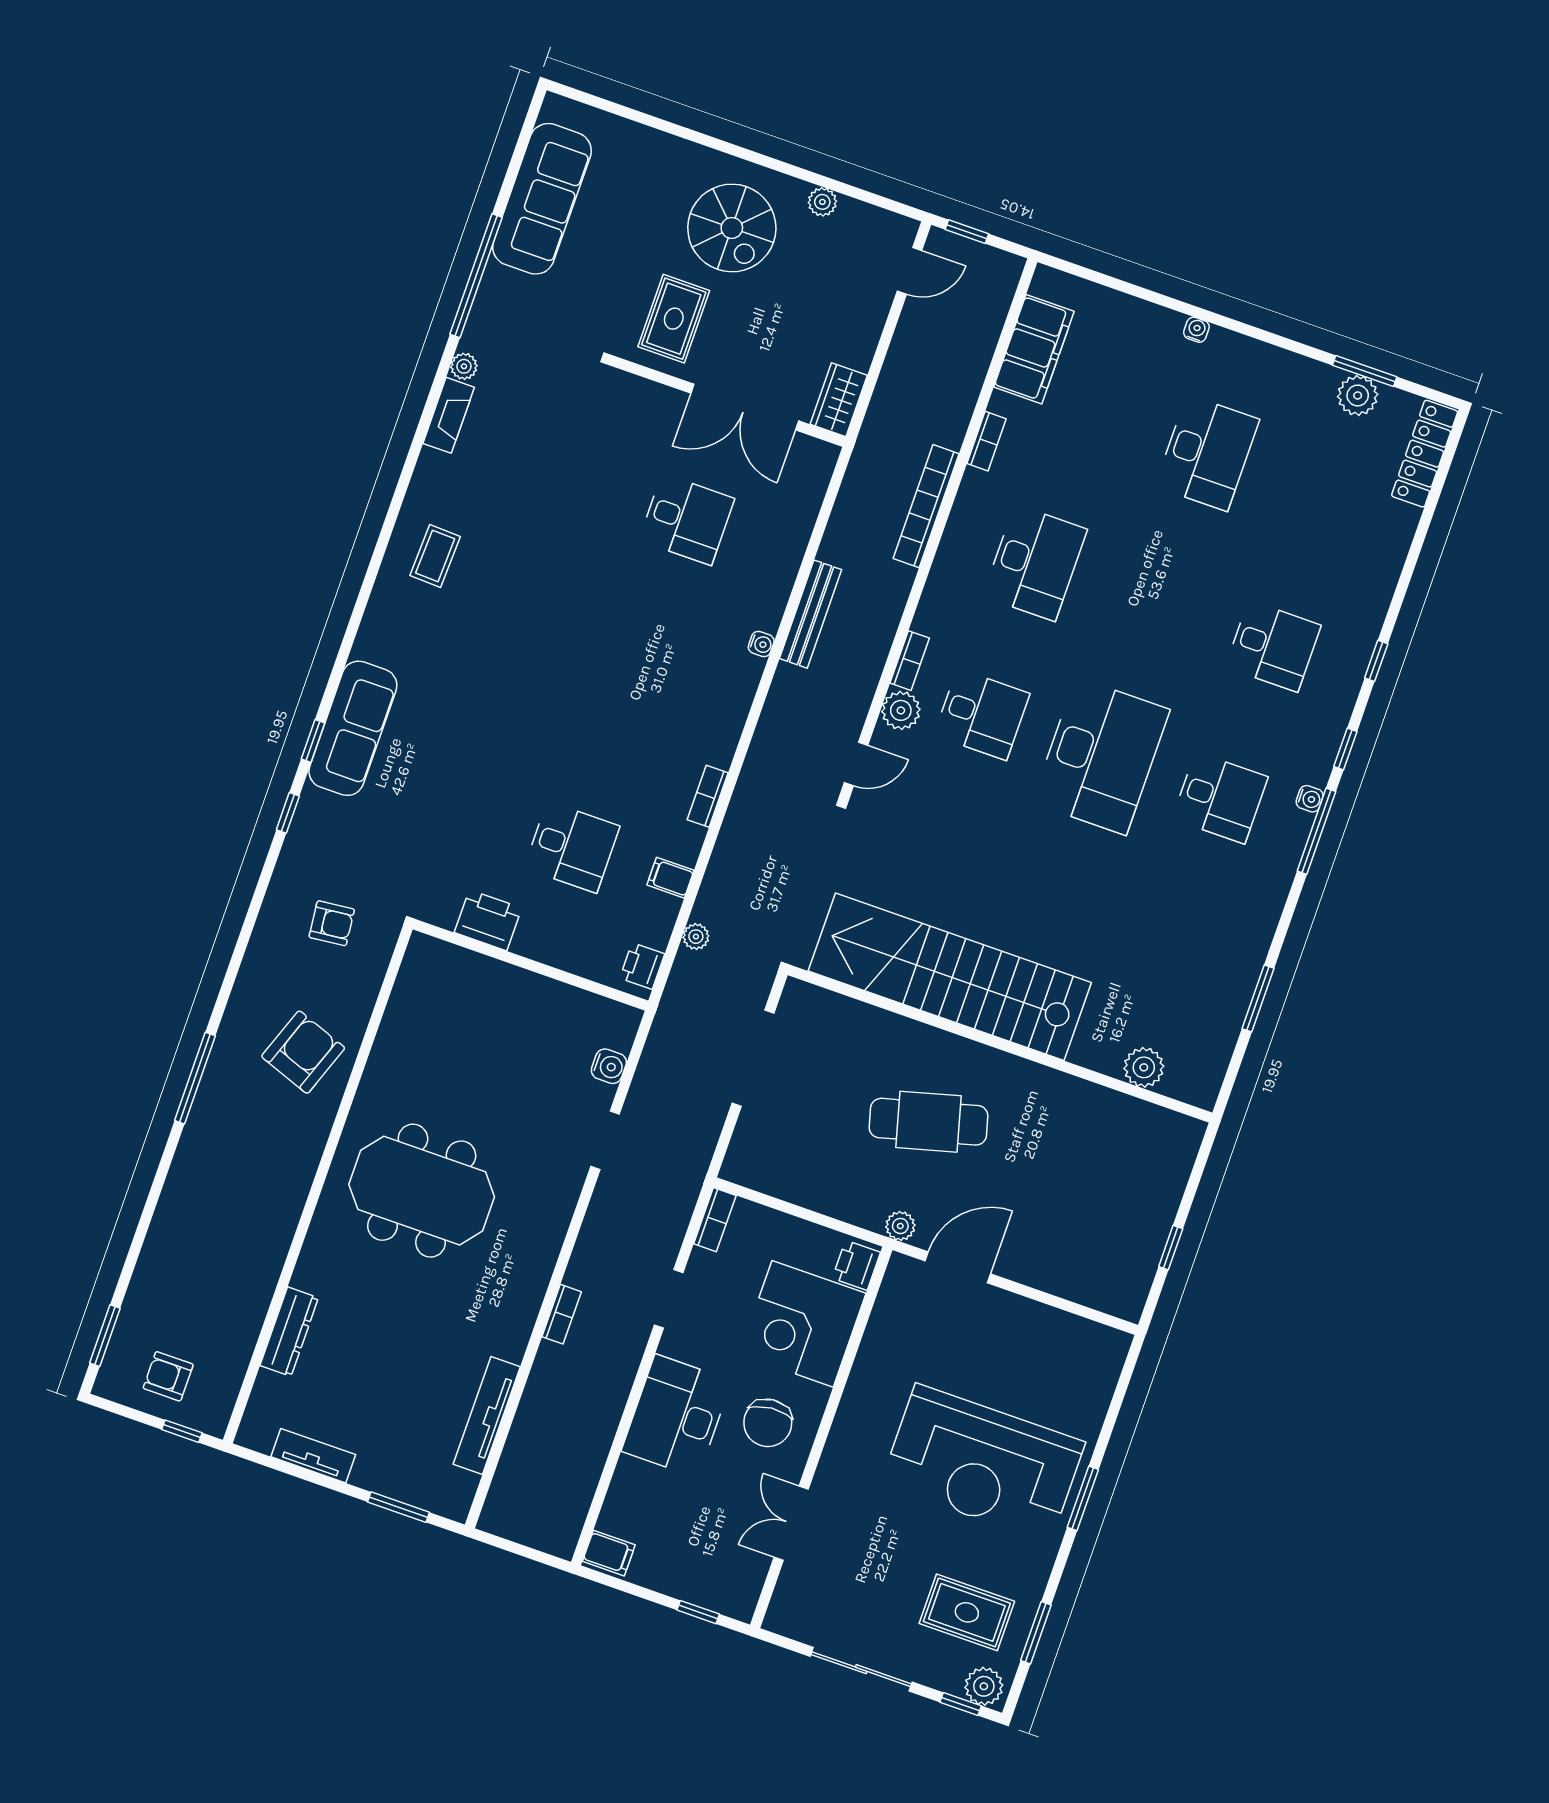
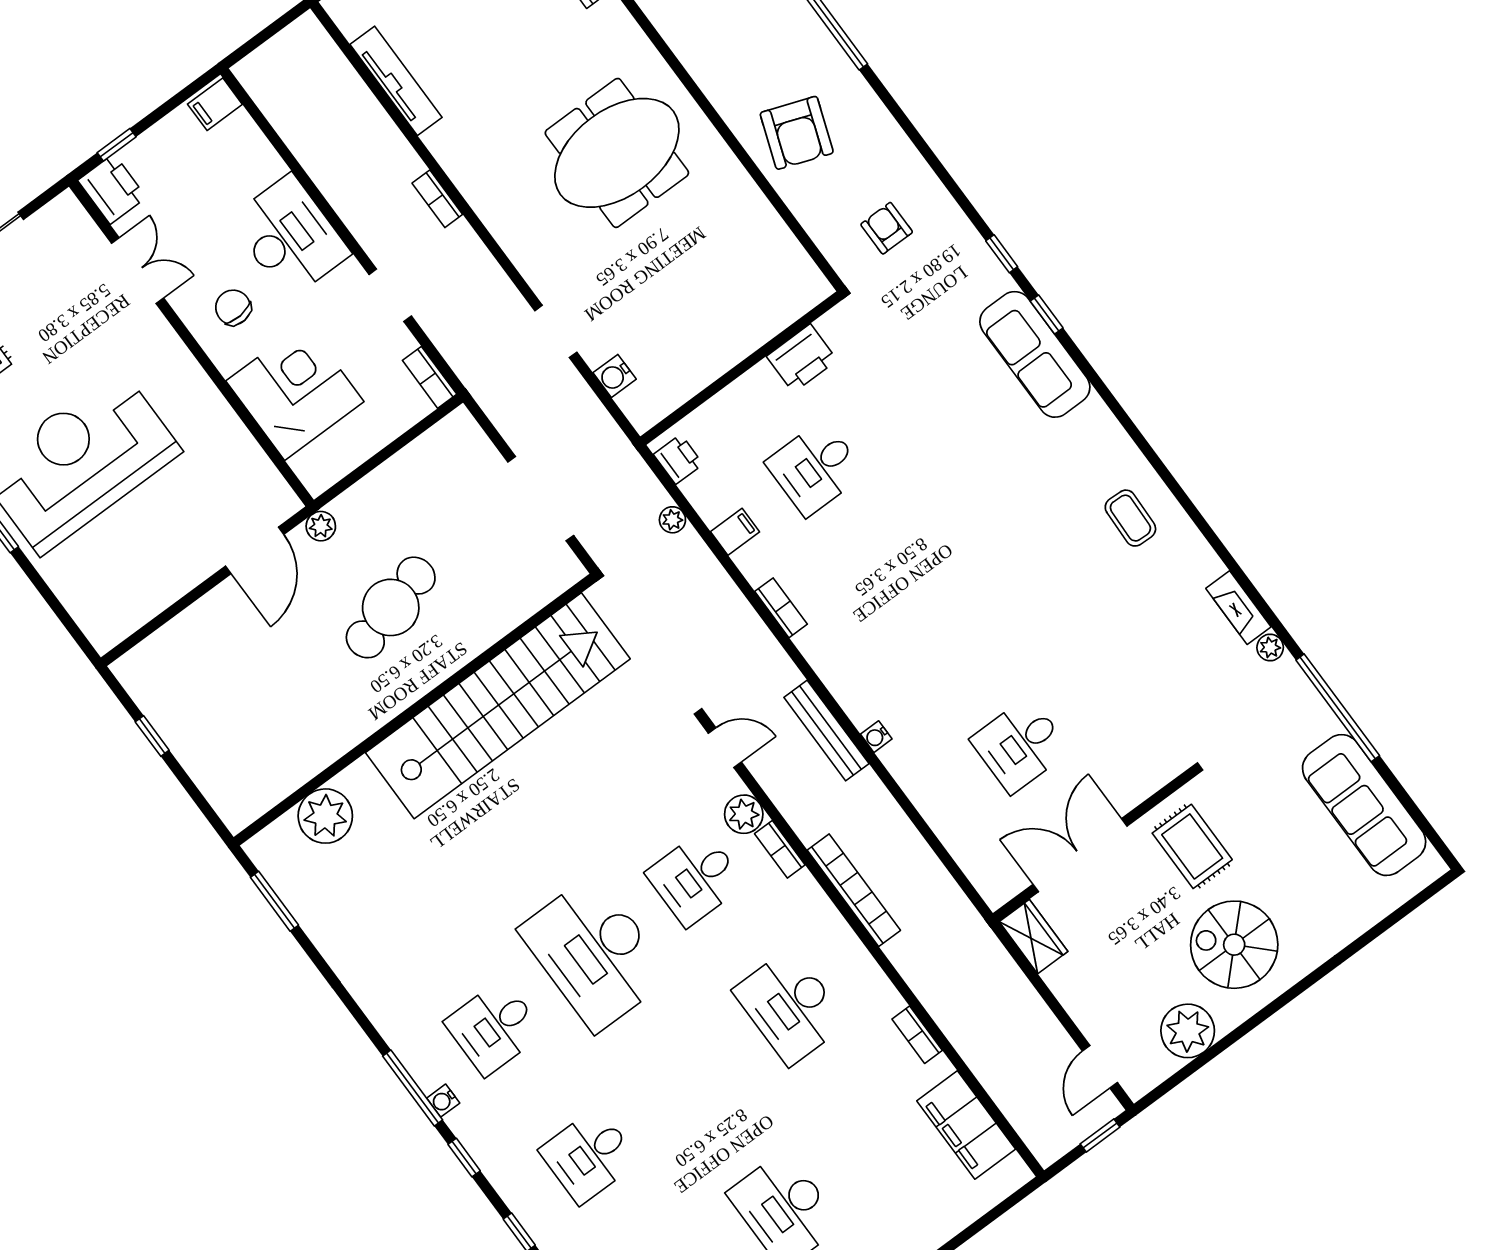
plant: (822, 202) -> (1188, 1031), width x1.87, depth x1.87
bookcase: (926, 506) -> (854, 890), moved
bench: (811, 614) -> (826, 730), moved
door: (856, 764) -> (725, 748), swing flipped
armchair: (332, 923) -> (887, 228), turned 96
window: (1258, 998) -> (274, 901), moved
plant: (1144, 1067) -> (325, 816), width x1.36, depth x1.36
printer: (856, 1265) -> (112, 189), moved, width x1.36, depth x1.24
chair: (768, 1423) -> (233, 307), width x0.73, depth x0.73

